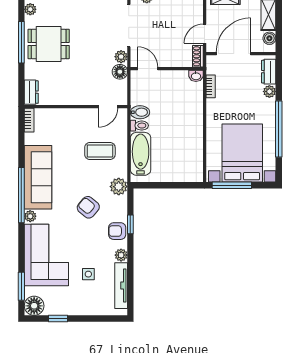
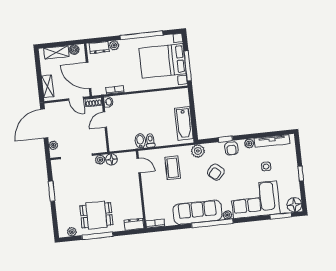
dining table: (49, 44) -> (96, 215), turned 90
door: (148, 69) -> (105, 120), moved
bathtub: (141, 154) -> (184, 123), moved, turned -90
window: (58, 318) -> (301, 174), moved

